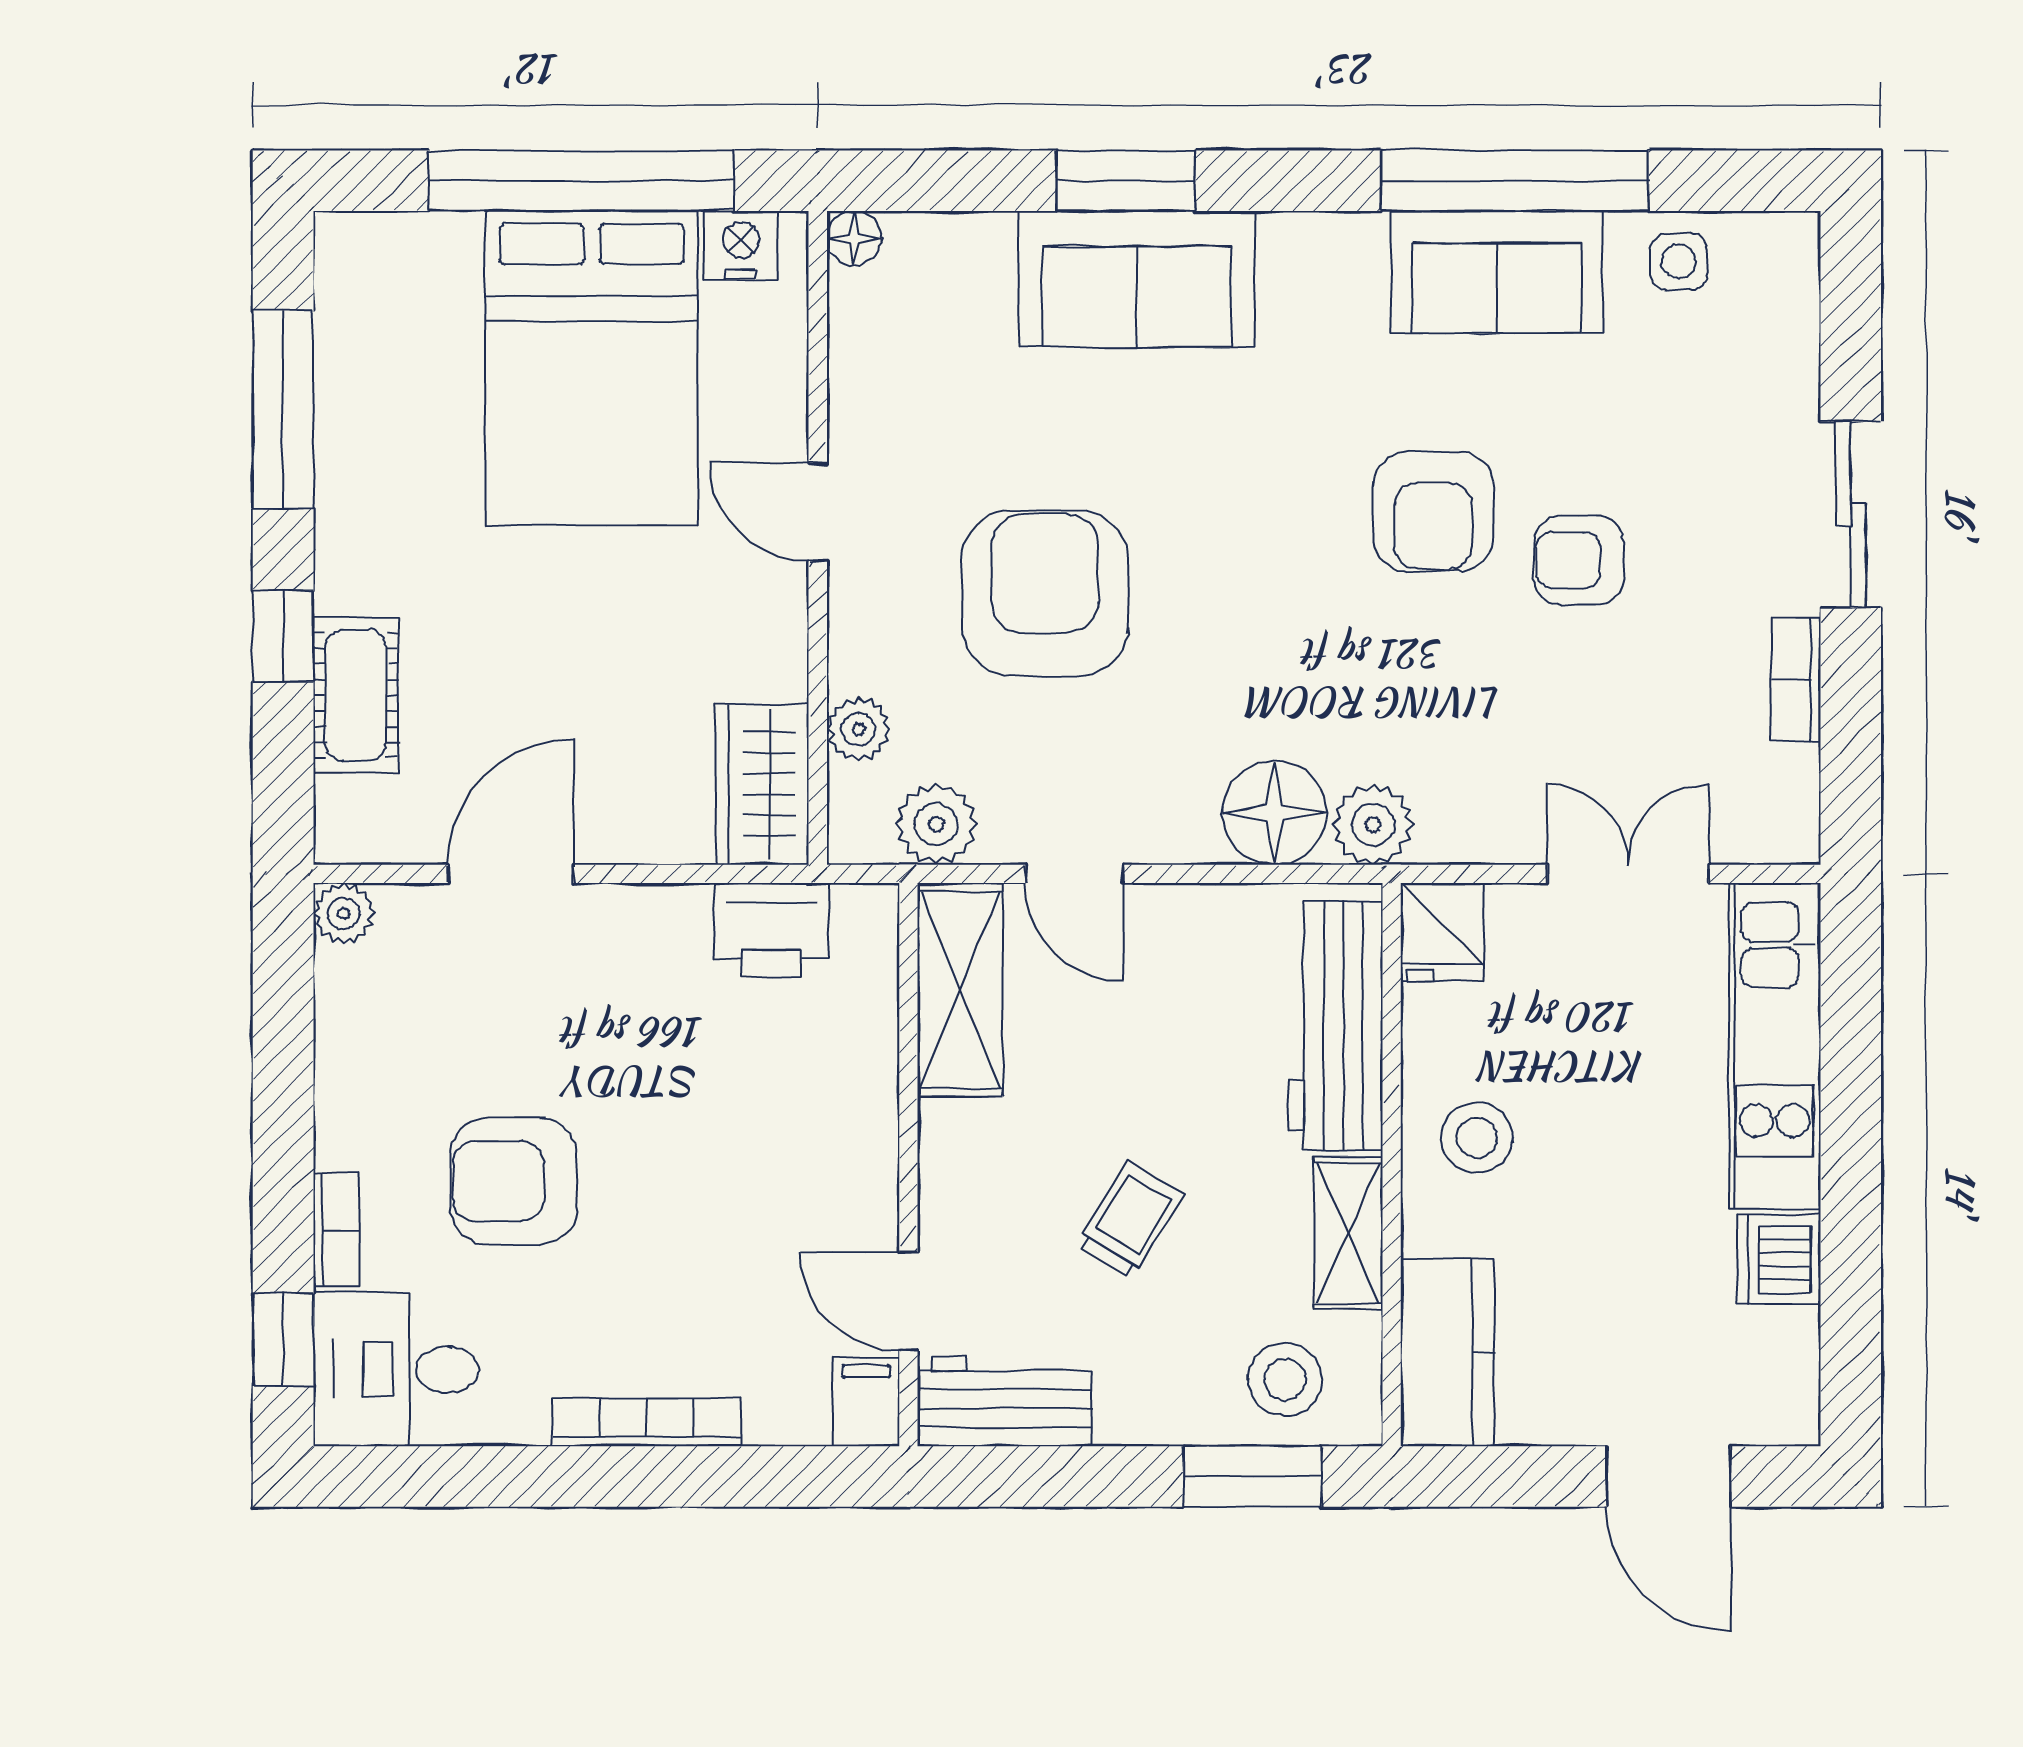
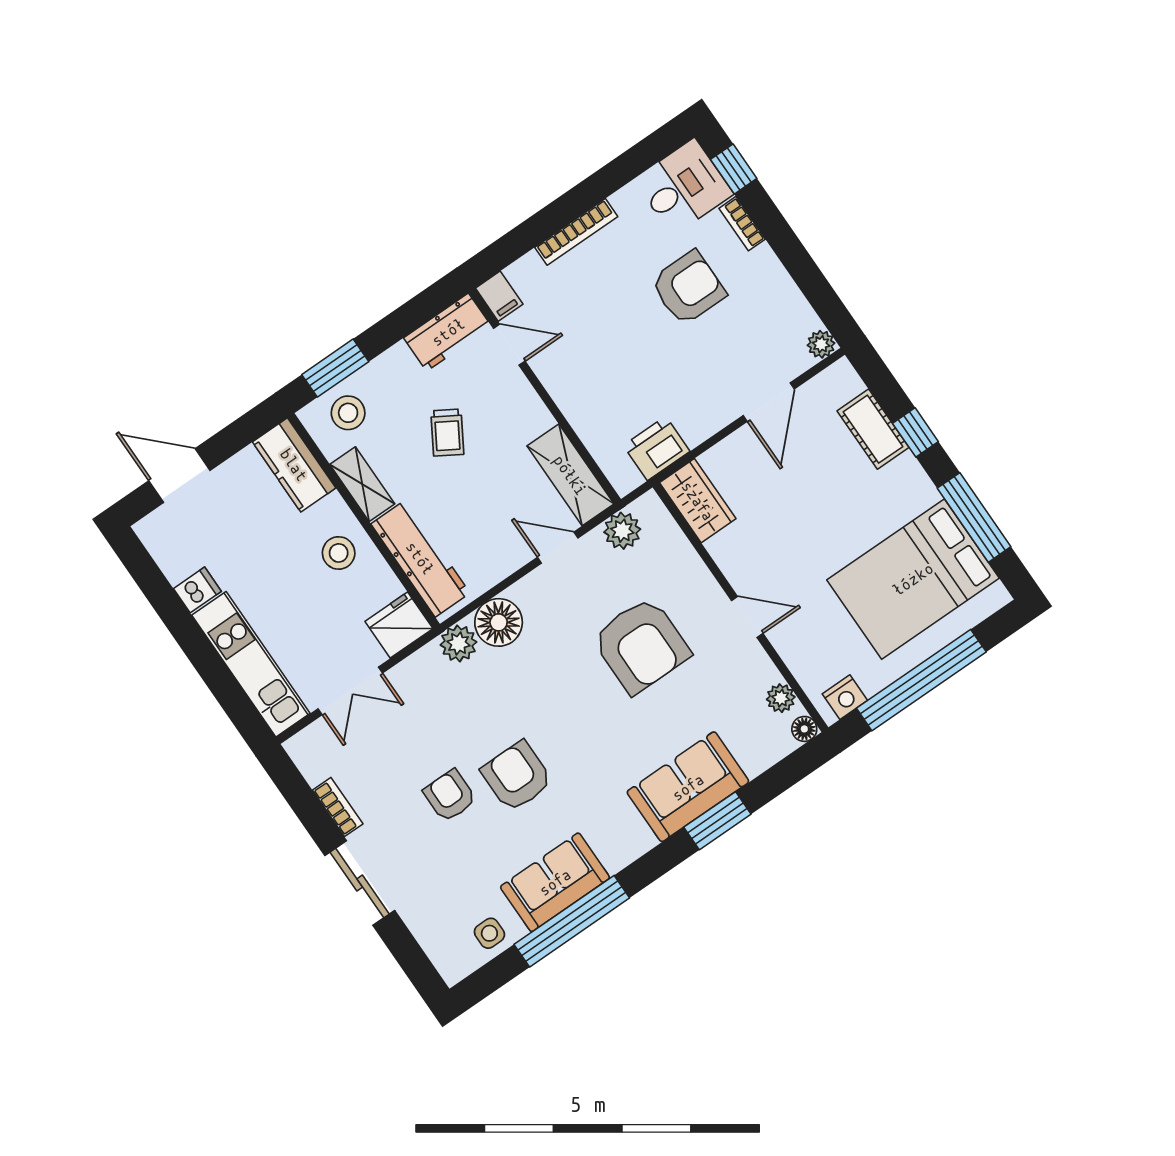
bed: (592, 368) -> (913, 579), moved, turned -90
armchair: (1579, 560) -> (450, 796), turned -90
plant: (858, 729) -> (781, 698), moved
fridge: (1442, 932) -> (399, 625), width x1.38
dishwasher: (1779, 1259) -> (197, 590), width x0.73

